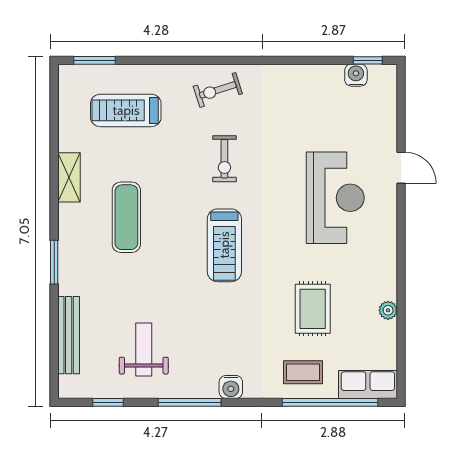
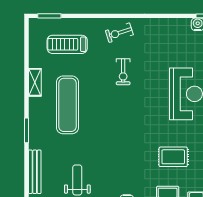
exercise mat: (126, 217) -> (67, 105), width x1.36, depth x1.45
treadmill: (224, 245) -> (123, 121), removed
rug: (313, 309) -> (173, 157), turned 90

